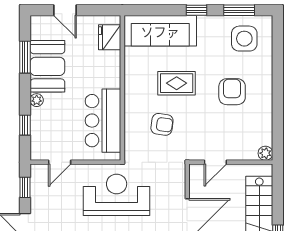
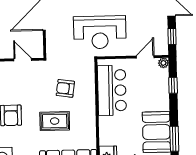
plant: (37, 100) -> (163, 63), moved
door: (215, 162) -> (23, 60), hinge flipped

